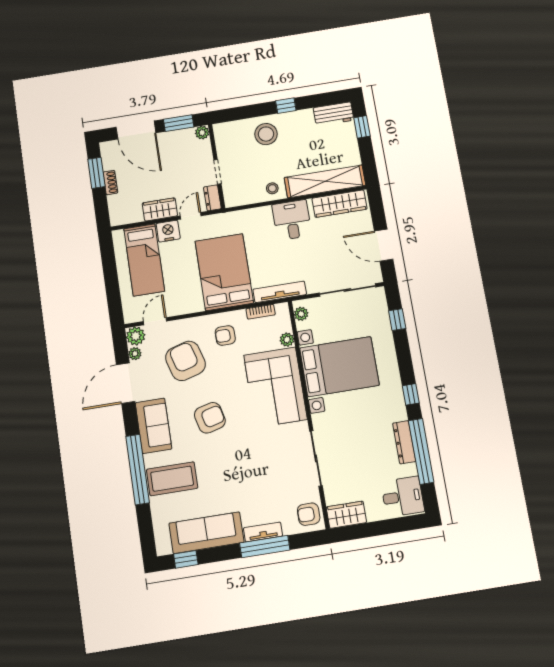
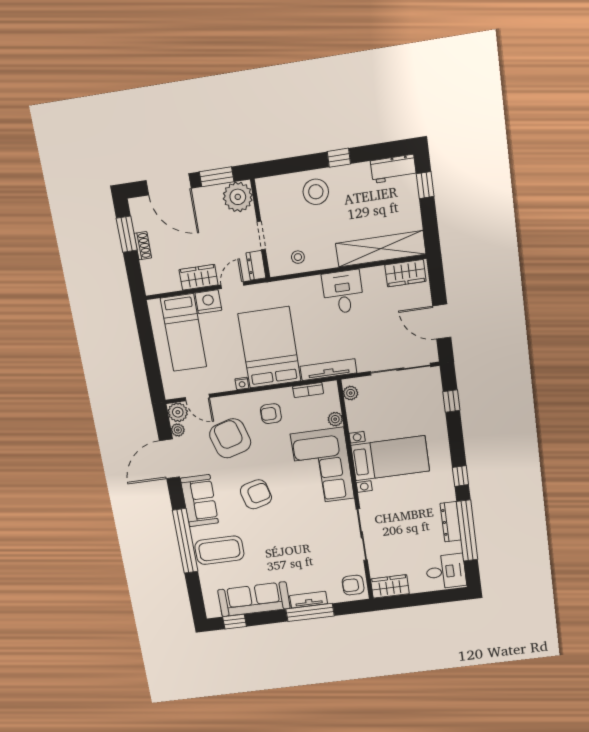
plant: (202, 133) -> (238, 197), width x1.87, depth x1.87
stool: (272, 188) -> (298, 257), moved
wardrobe: (339, 204) -> (405, 273), width x0.67
nightstand: (198, 307) -> (242, 383), added
door: (155, 321) -> (197, 397), swing flipped
bed with nightstands: (339, 367) -> (390, 458), width x0.73

